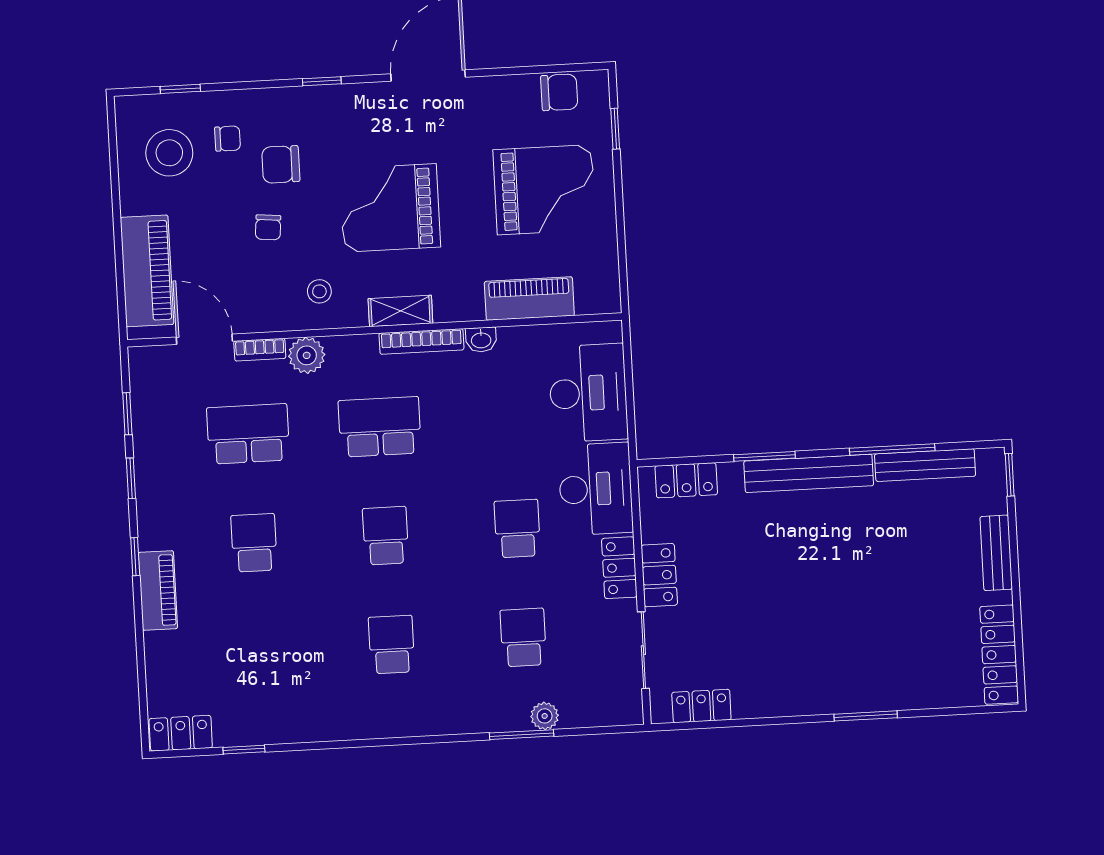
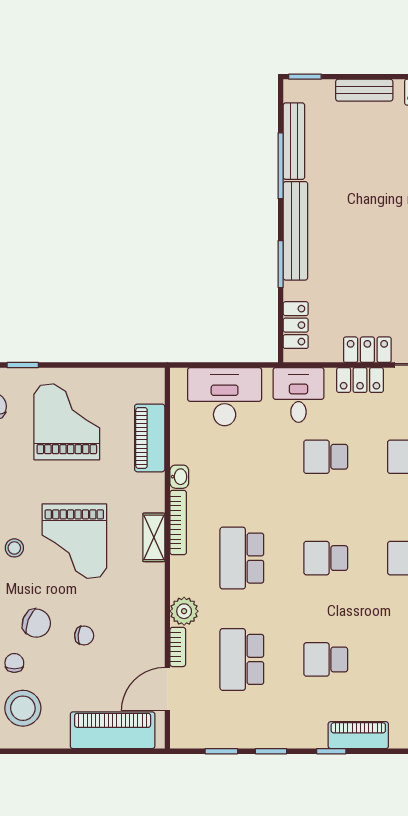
chair: (281, 164) -> (36, 623), turned -69
stool: (319, 291) -> (14, 548), moved
desk: (596, 489) -> (298, 395), width x0.73

